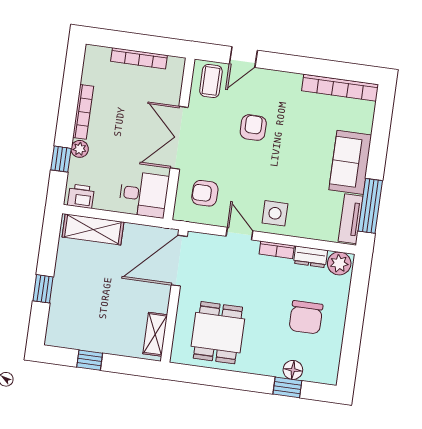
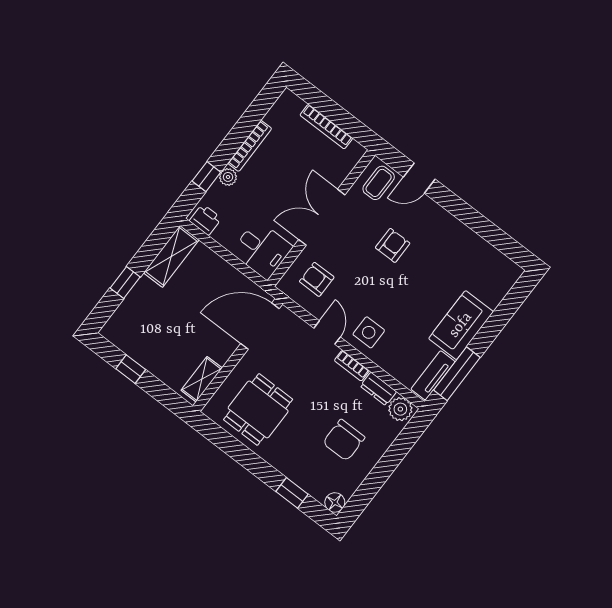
bookcase: (340, 88) -> (490, 254), removed
shelving: (93, 229) -> (171, 256), moved, turned 90
floor lamp: (293, 370) -> (335, 502), moved

